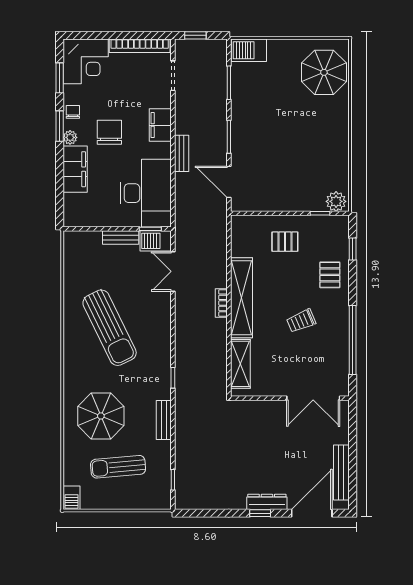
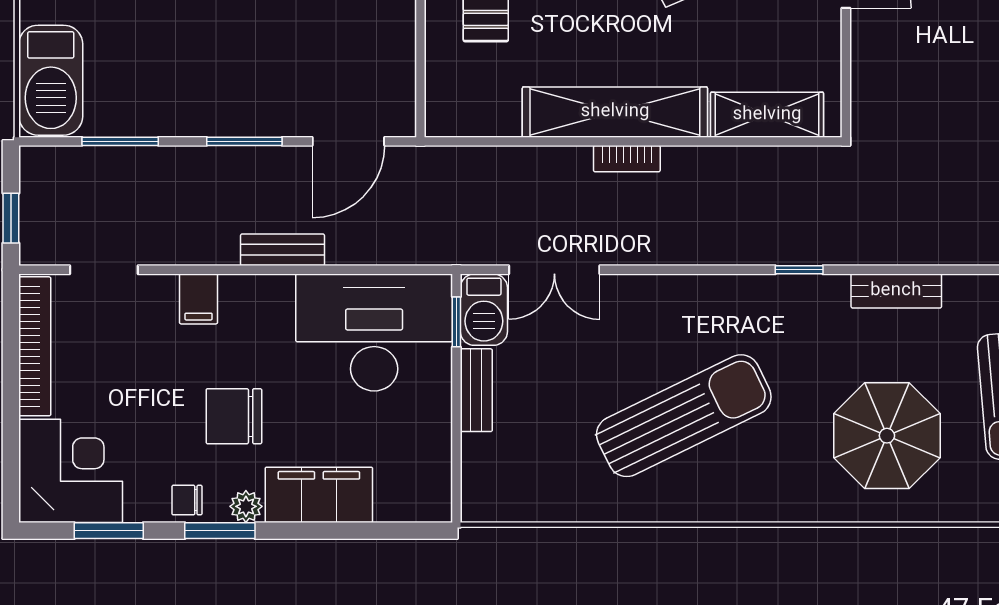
barbecue: (249, 50) -> (51, 80), width x1.37, depth x1.21
filing cabinet: (160, 125) -> (199, 299), width x0.50

